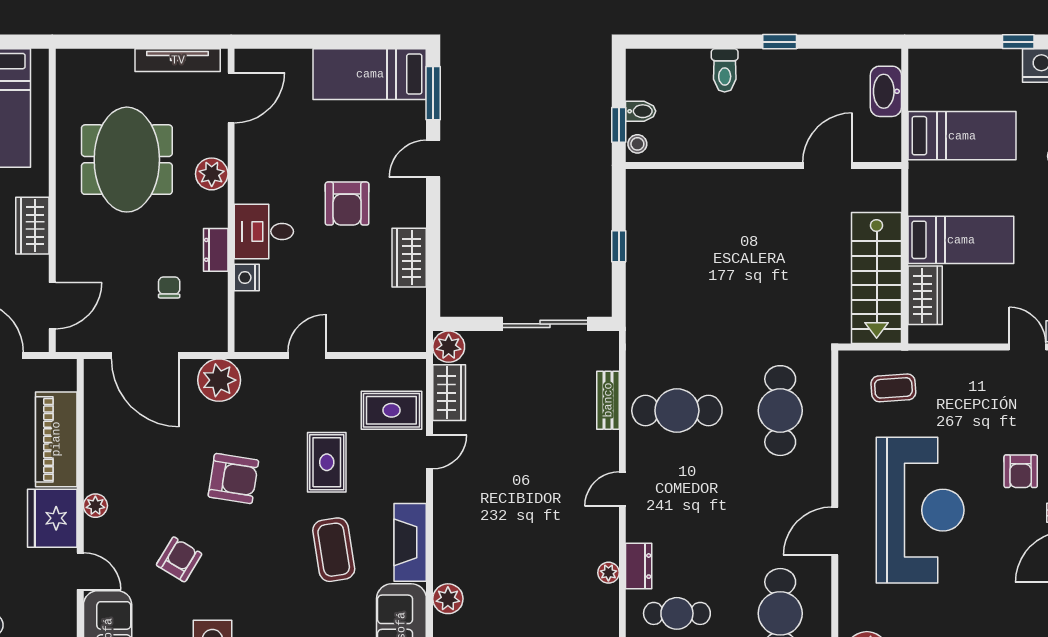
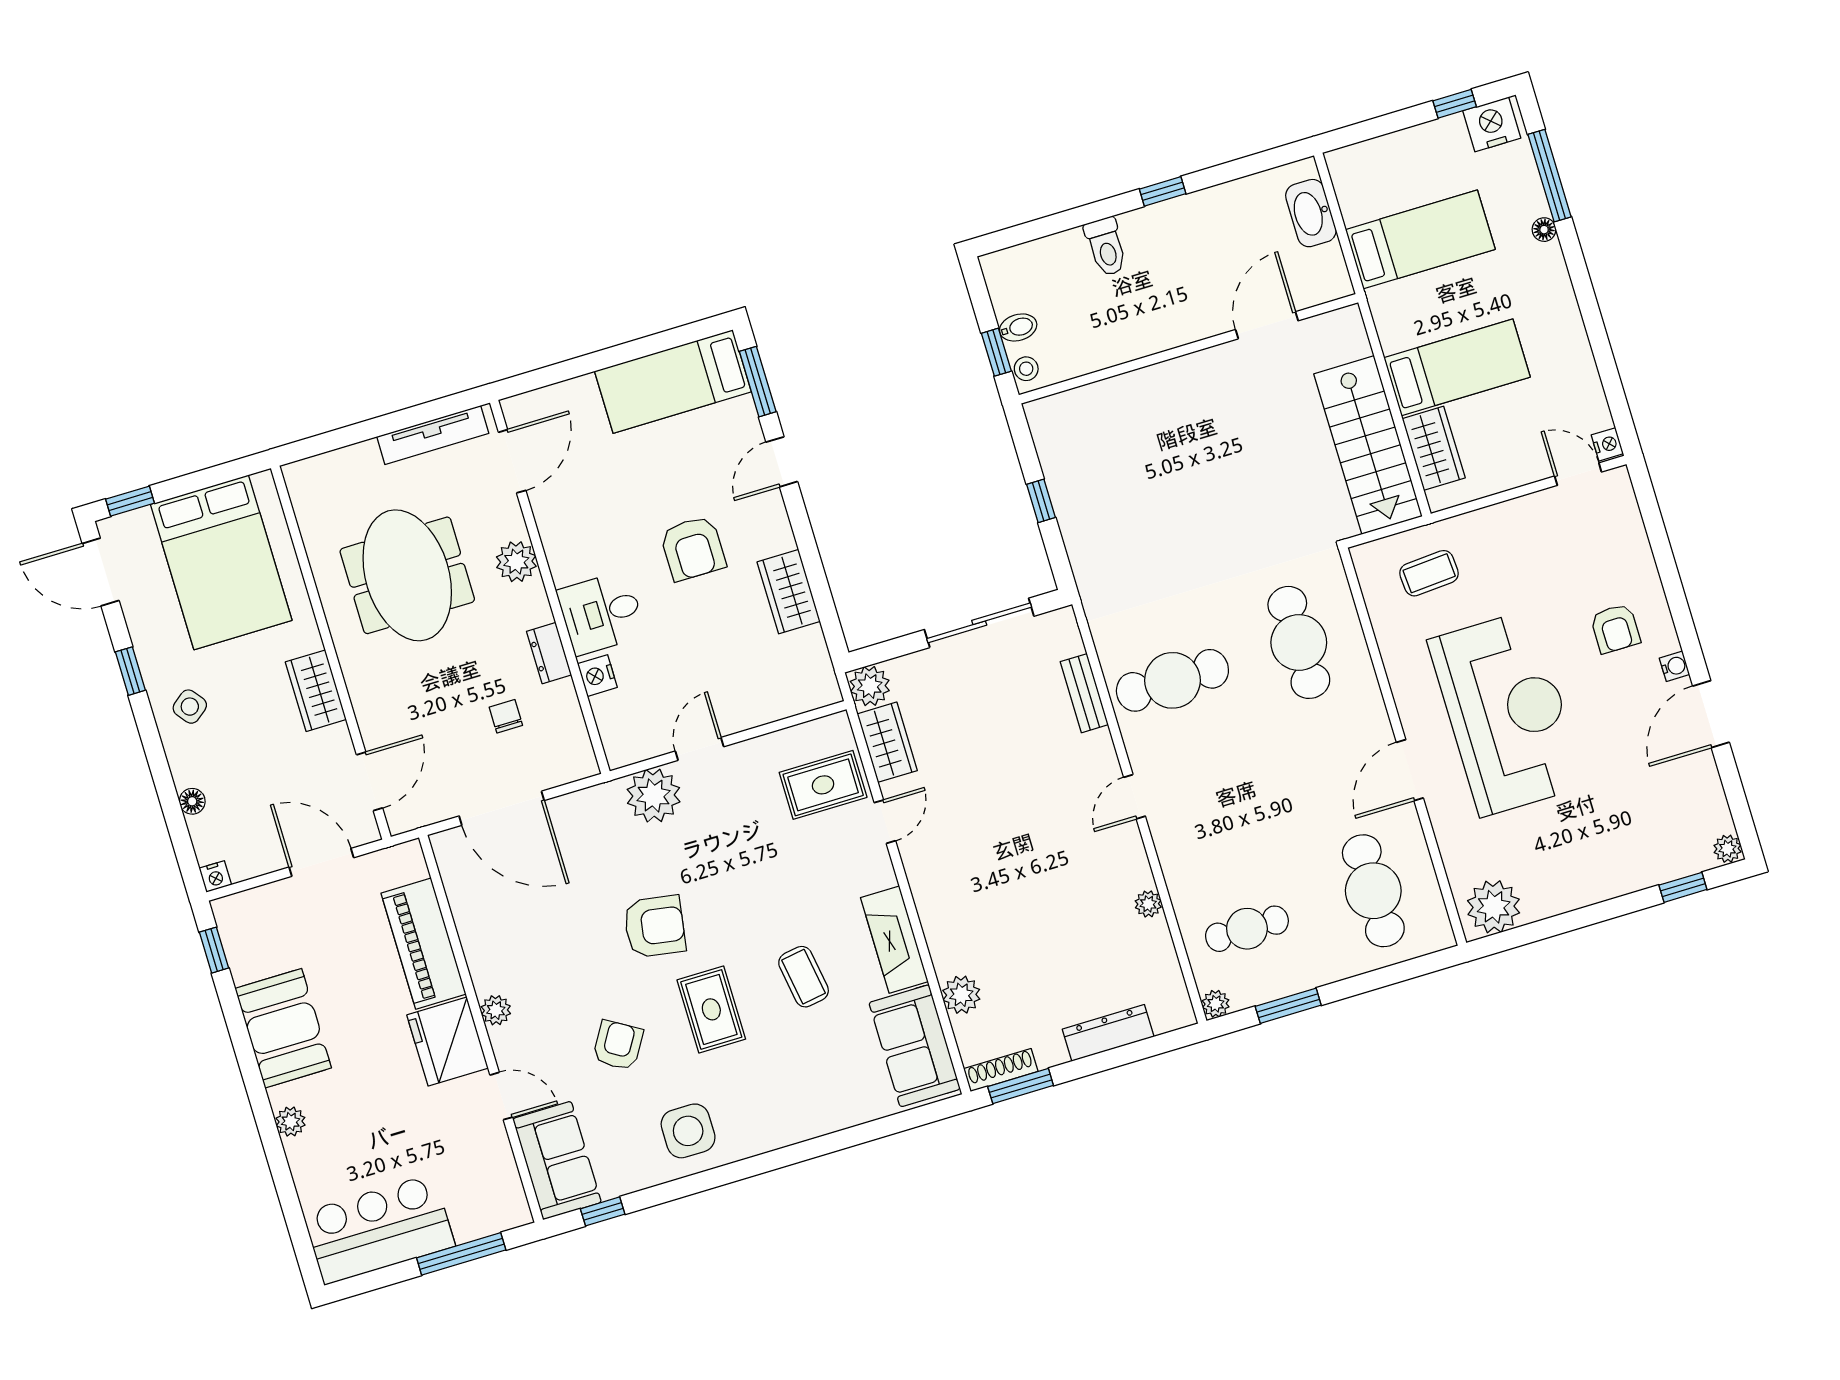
plant: (219, 380) -> (654, 796), moved
rug: (327, 462) -> (711, 1009), moved
coffee table: (334, 550) -> (804, 977), width x0.73, depth x0.77
dresser: (639, 566) -> (1183, 885), removed

